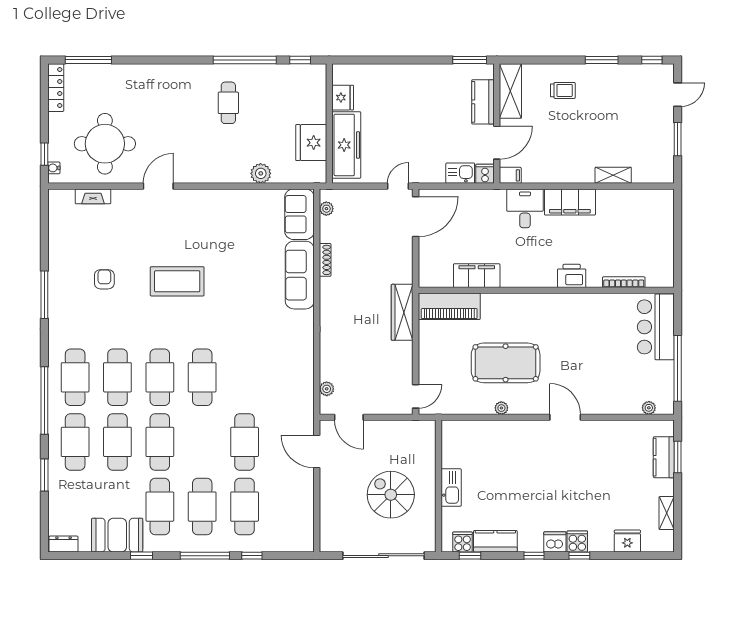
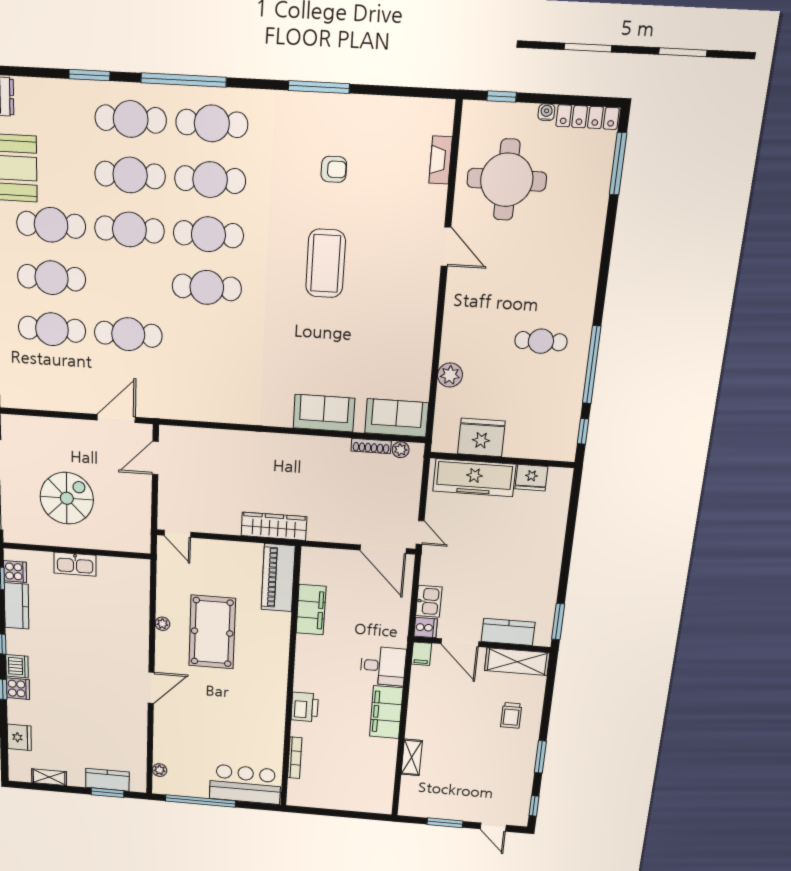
water cooler: (54, 168) -> (546, 112), moved
shoe rack: (325, 260) -> (371, 446), moved
sofa: (300, 275) -> (324, 413), width x0.73
plant: (327, 389) -> (189, 435), removed

